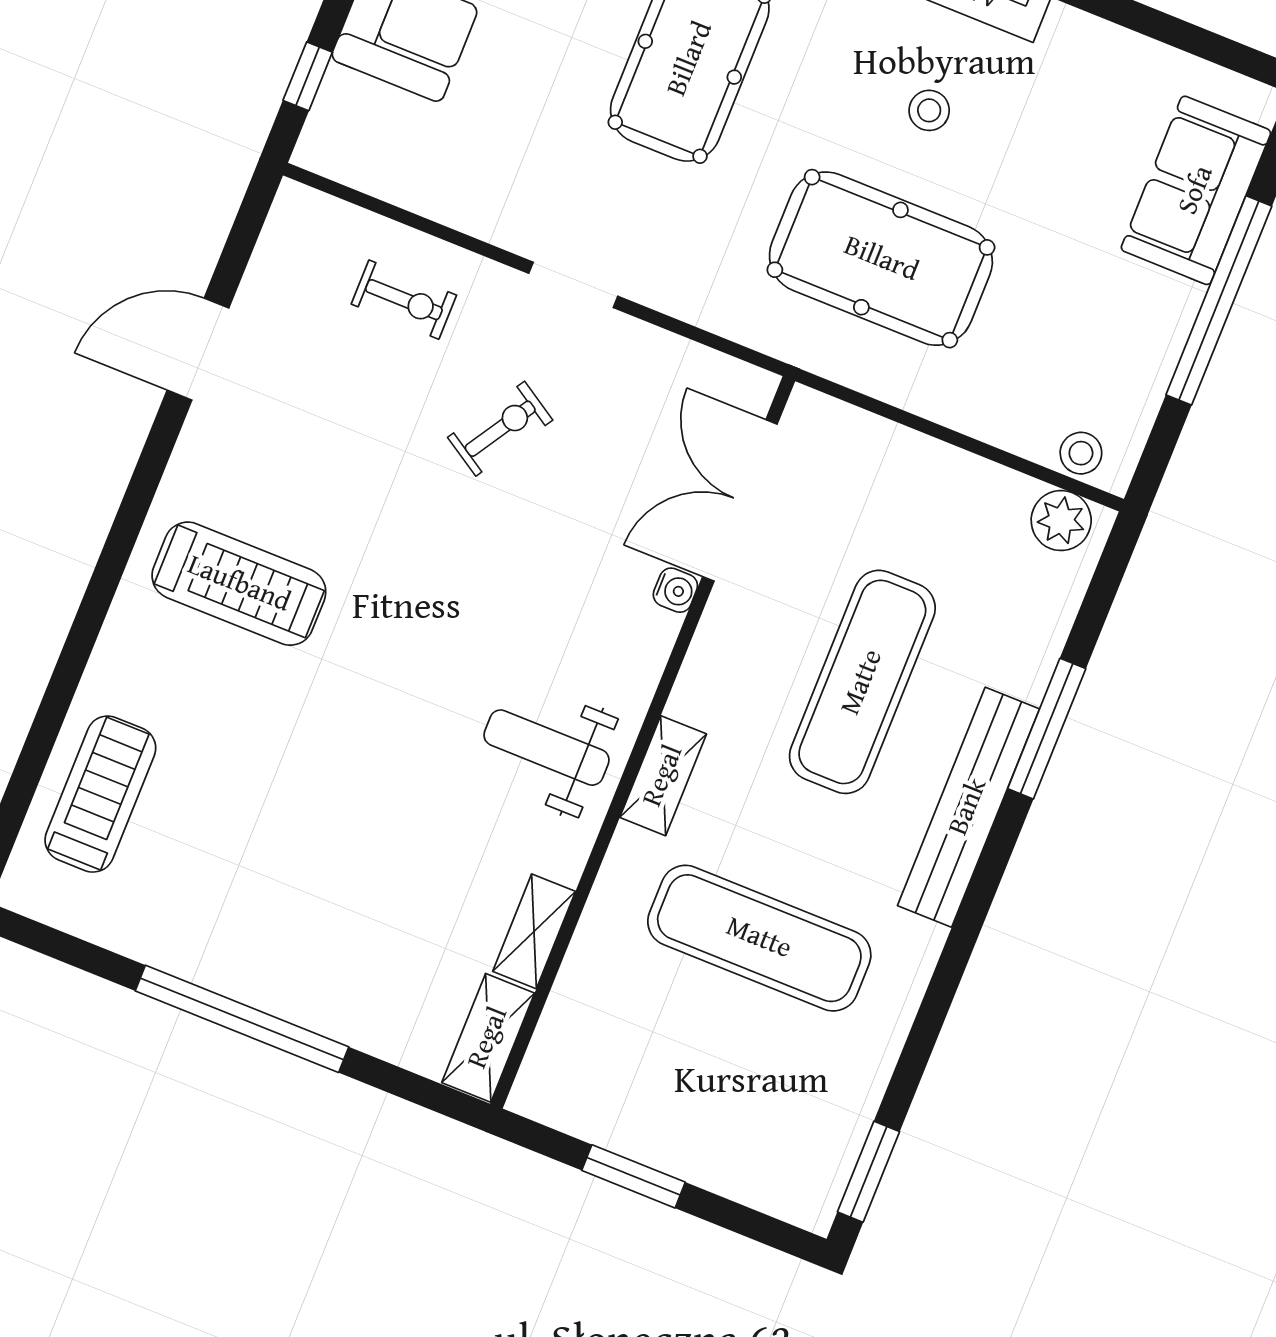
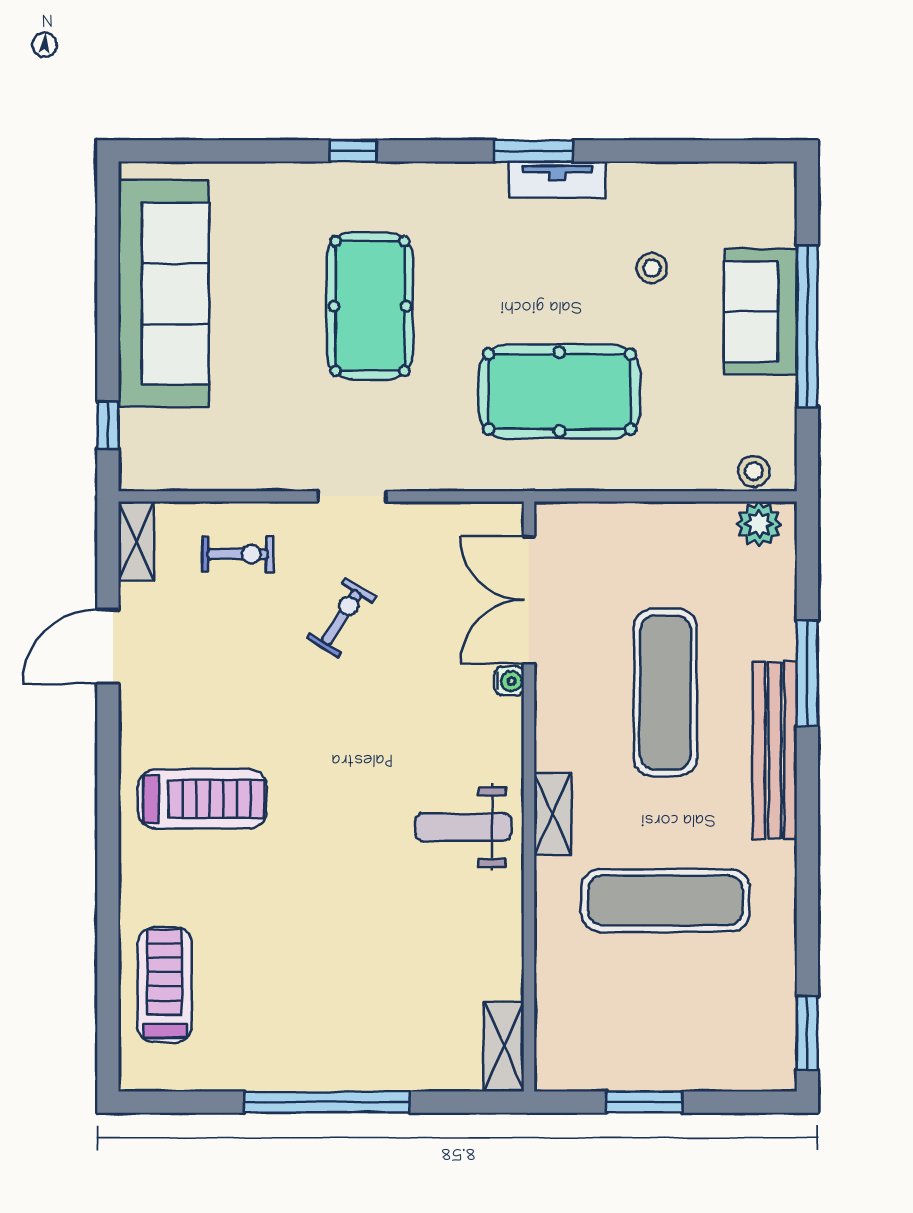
stool: (929, 110) -> (652, 268), moved
sofa: (1196, 190) -> (760, 312), moved
shelving: (534, 931) -> (136, 541), moved

